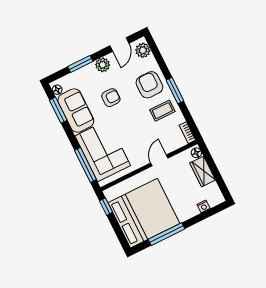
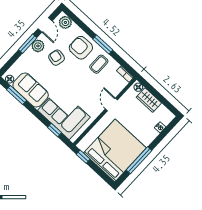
window: (80, 64) -> (28, 44), moved
armchair: (111, 98) -> (57, 58), moved, turned -78
window: (85, 165) -> (54, 130), width x0.46

